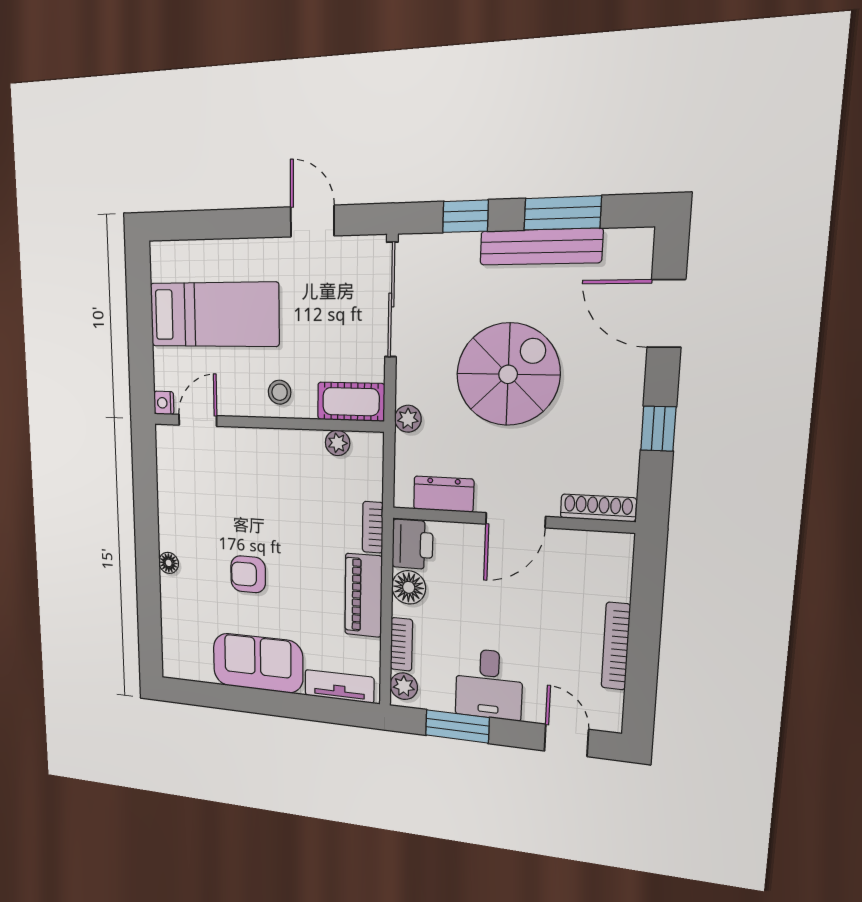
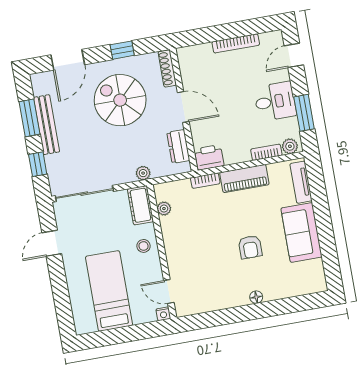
spiral stairs: (508, 374) -> (120, 100), moved
floor lamp: (409, 587) -> (233, 155), removed

